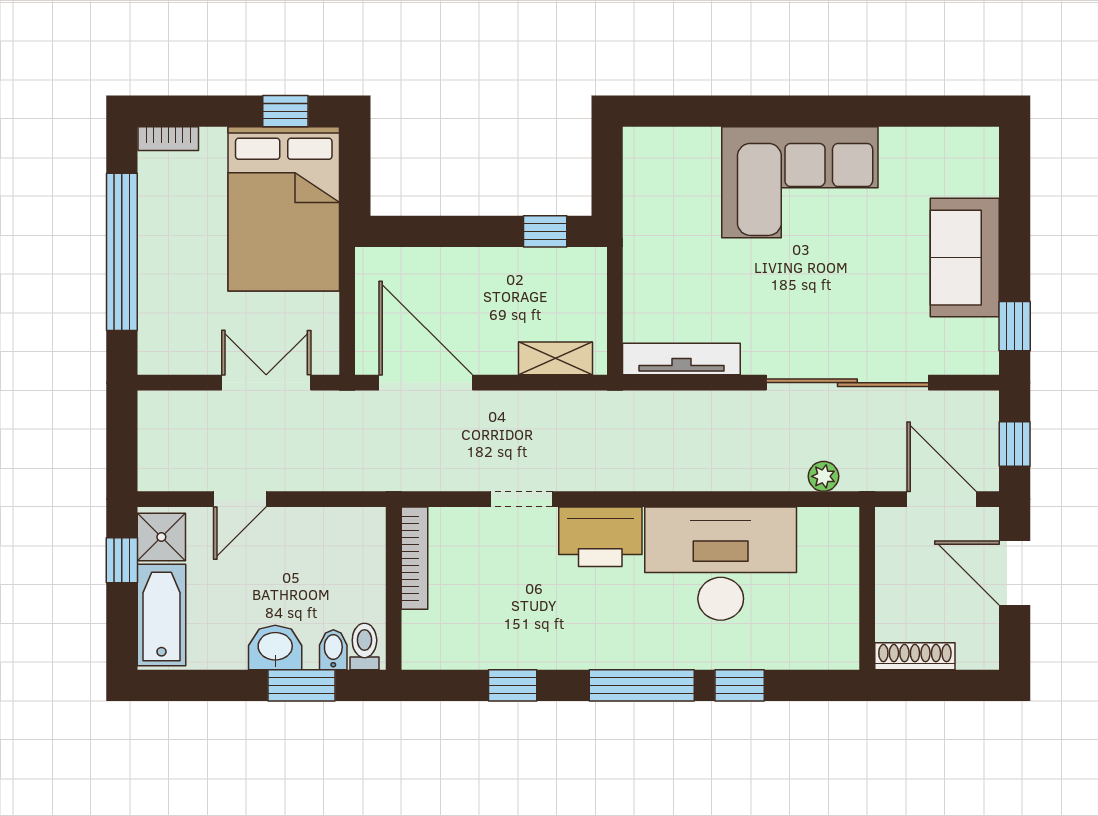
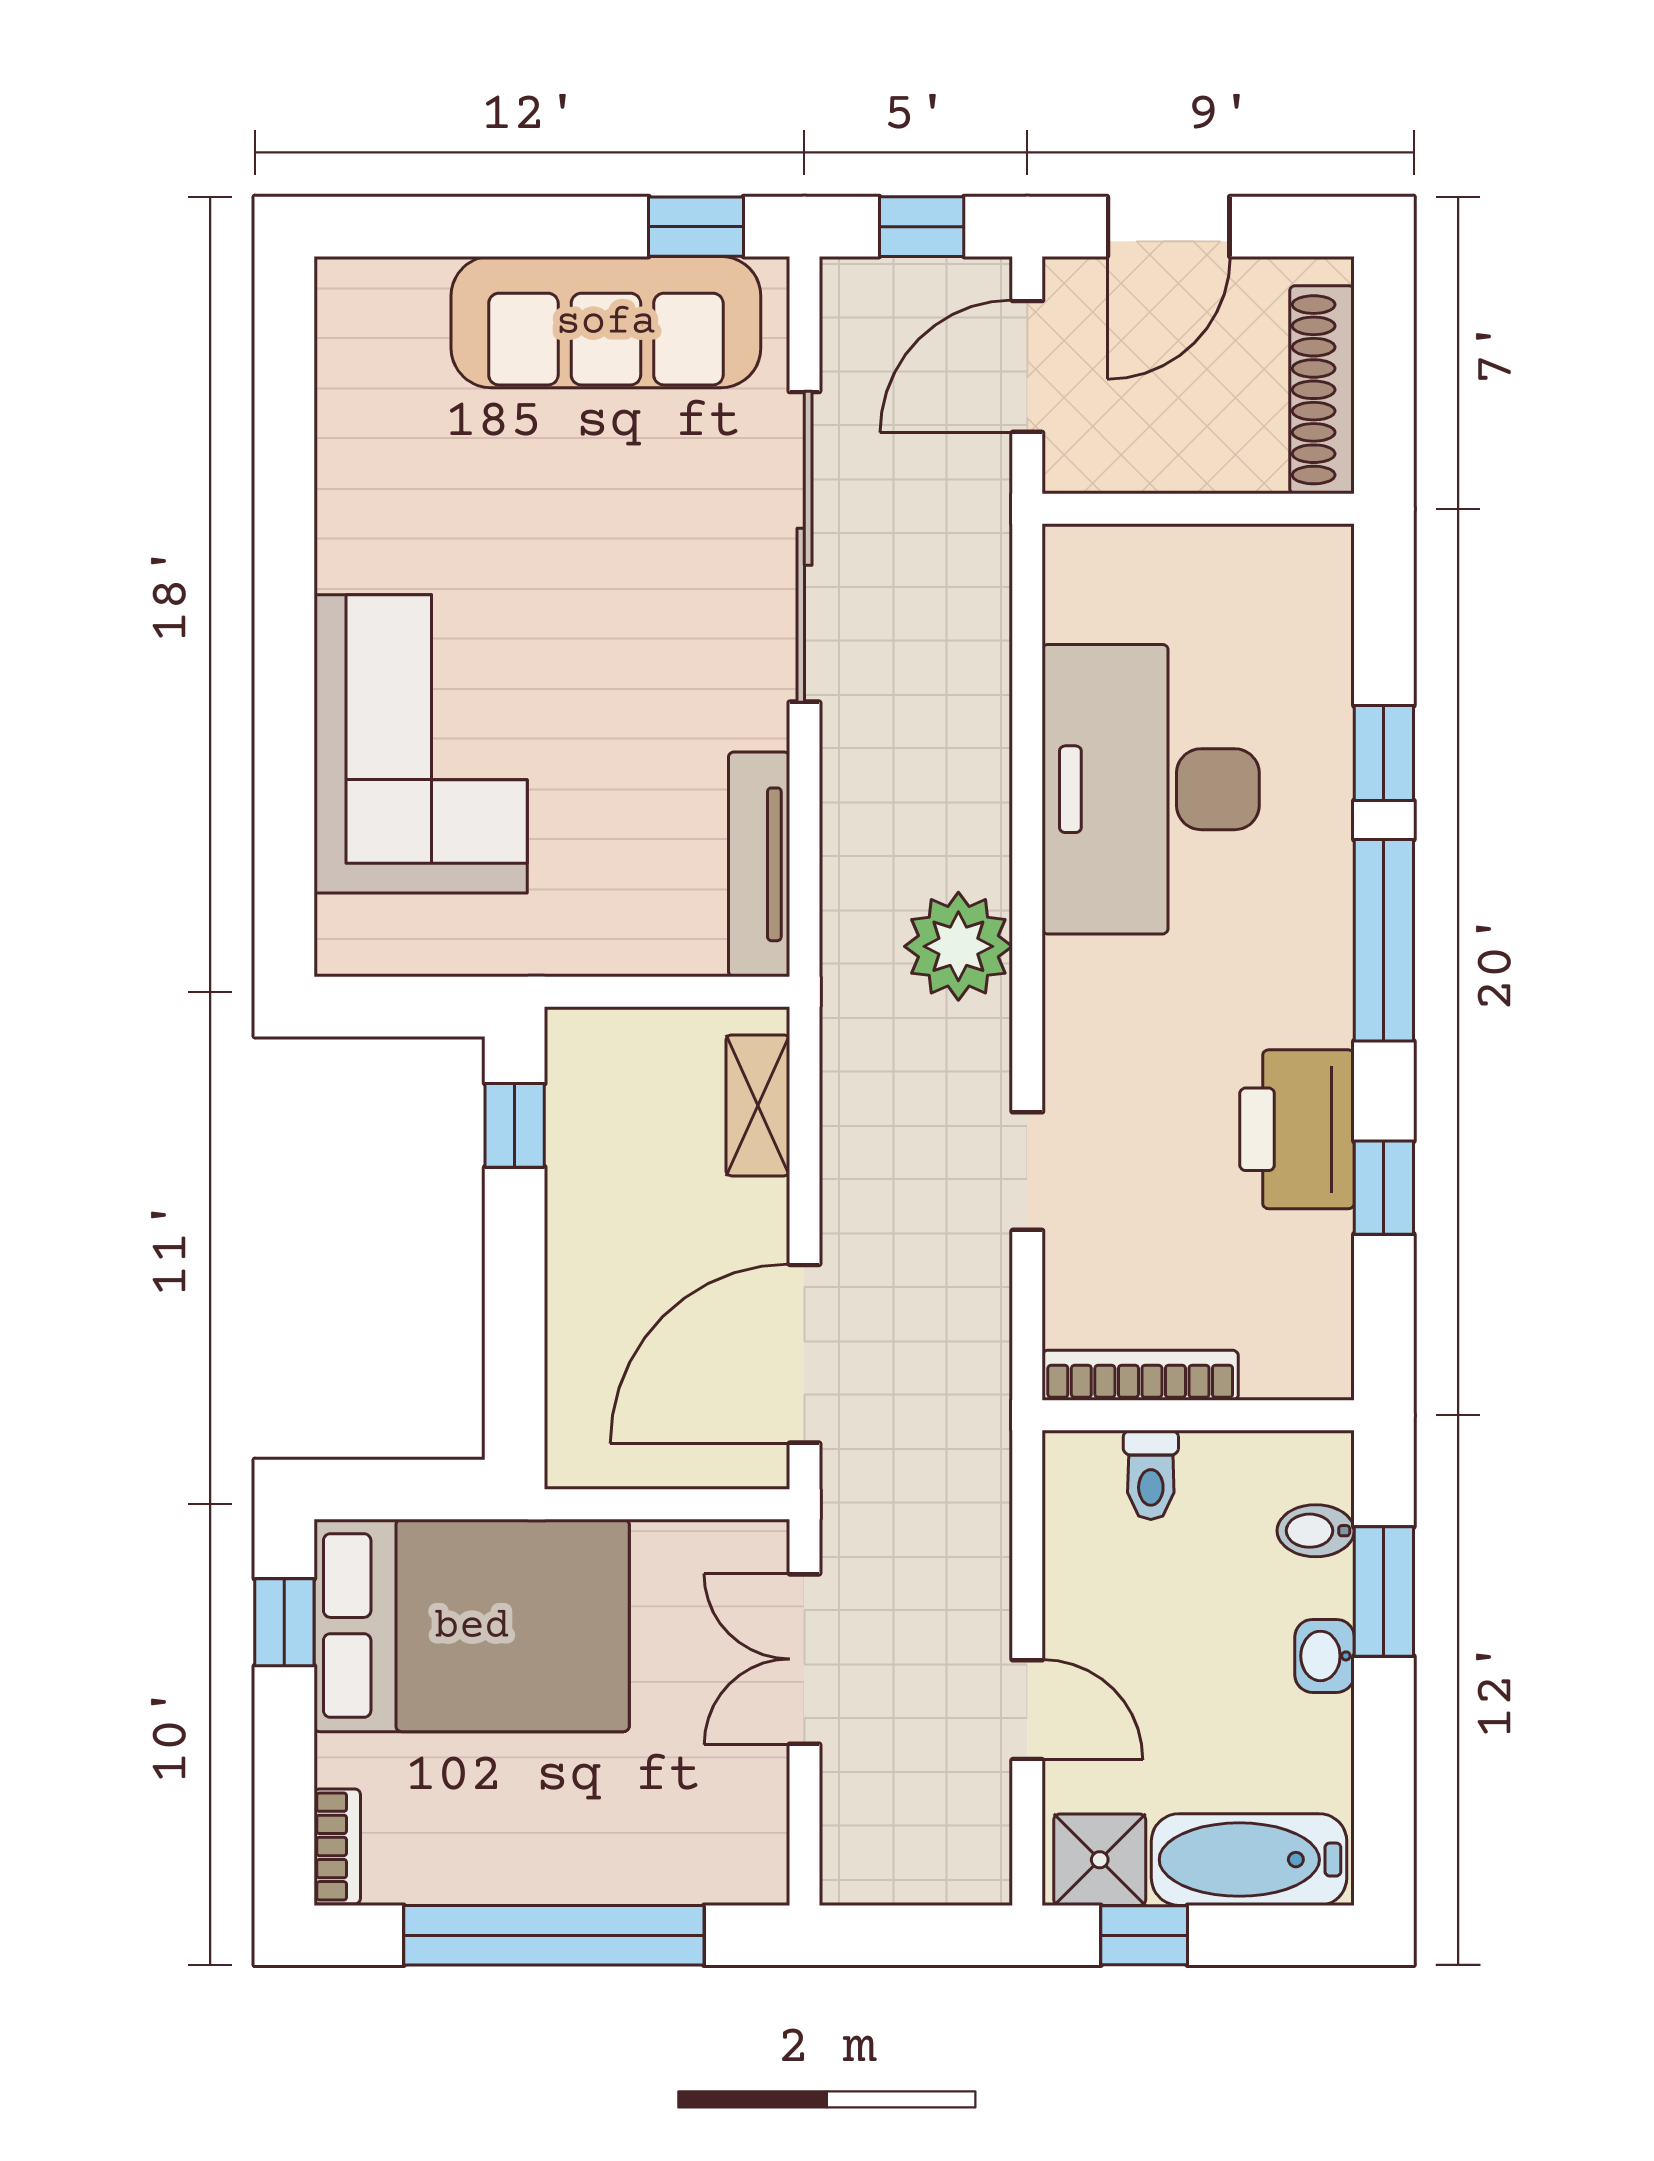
corner sofa: (800, 182) -> (421, 744), moved
sofa: (965, 258) -> (606, 322), width x1.36
plant: (823, 476) -> (958, 946), moved, width x1.87, depth x1.87
printer: (600, 537) -> (1297, 1129), moved, turned 180
toilet: (364, 647) -> (1151, 1475), moved, turned -90
washbasin: (275, 648) -> (1325, 1656), width x0.72, depth x0.69
shoe rack: (915, 656) -> (1322, 390), width x1.36, depth x1.24

